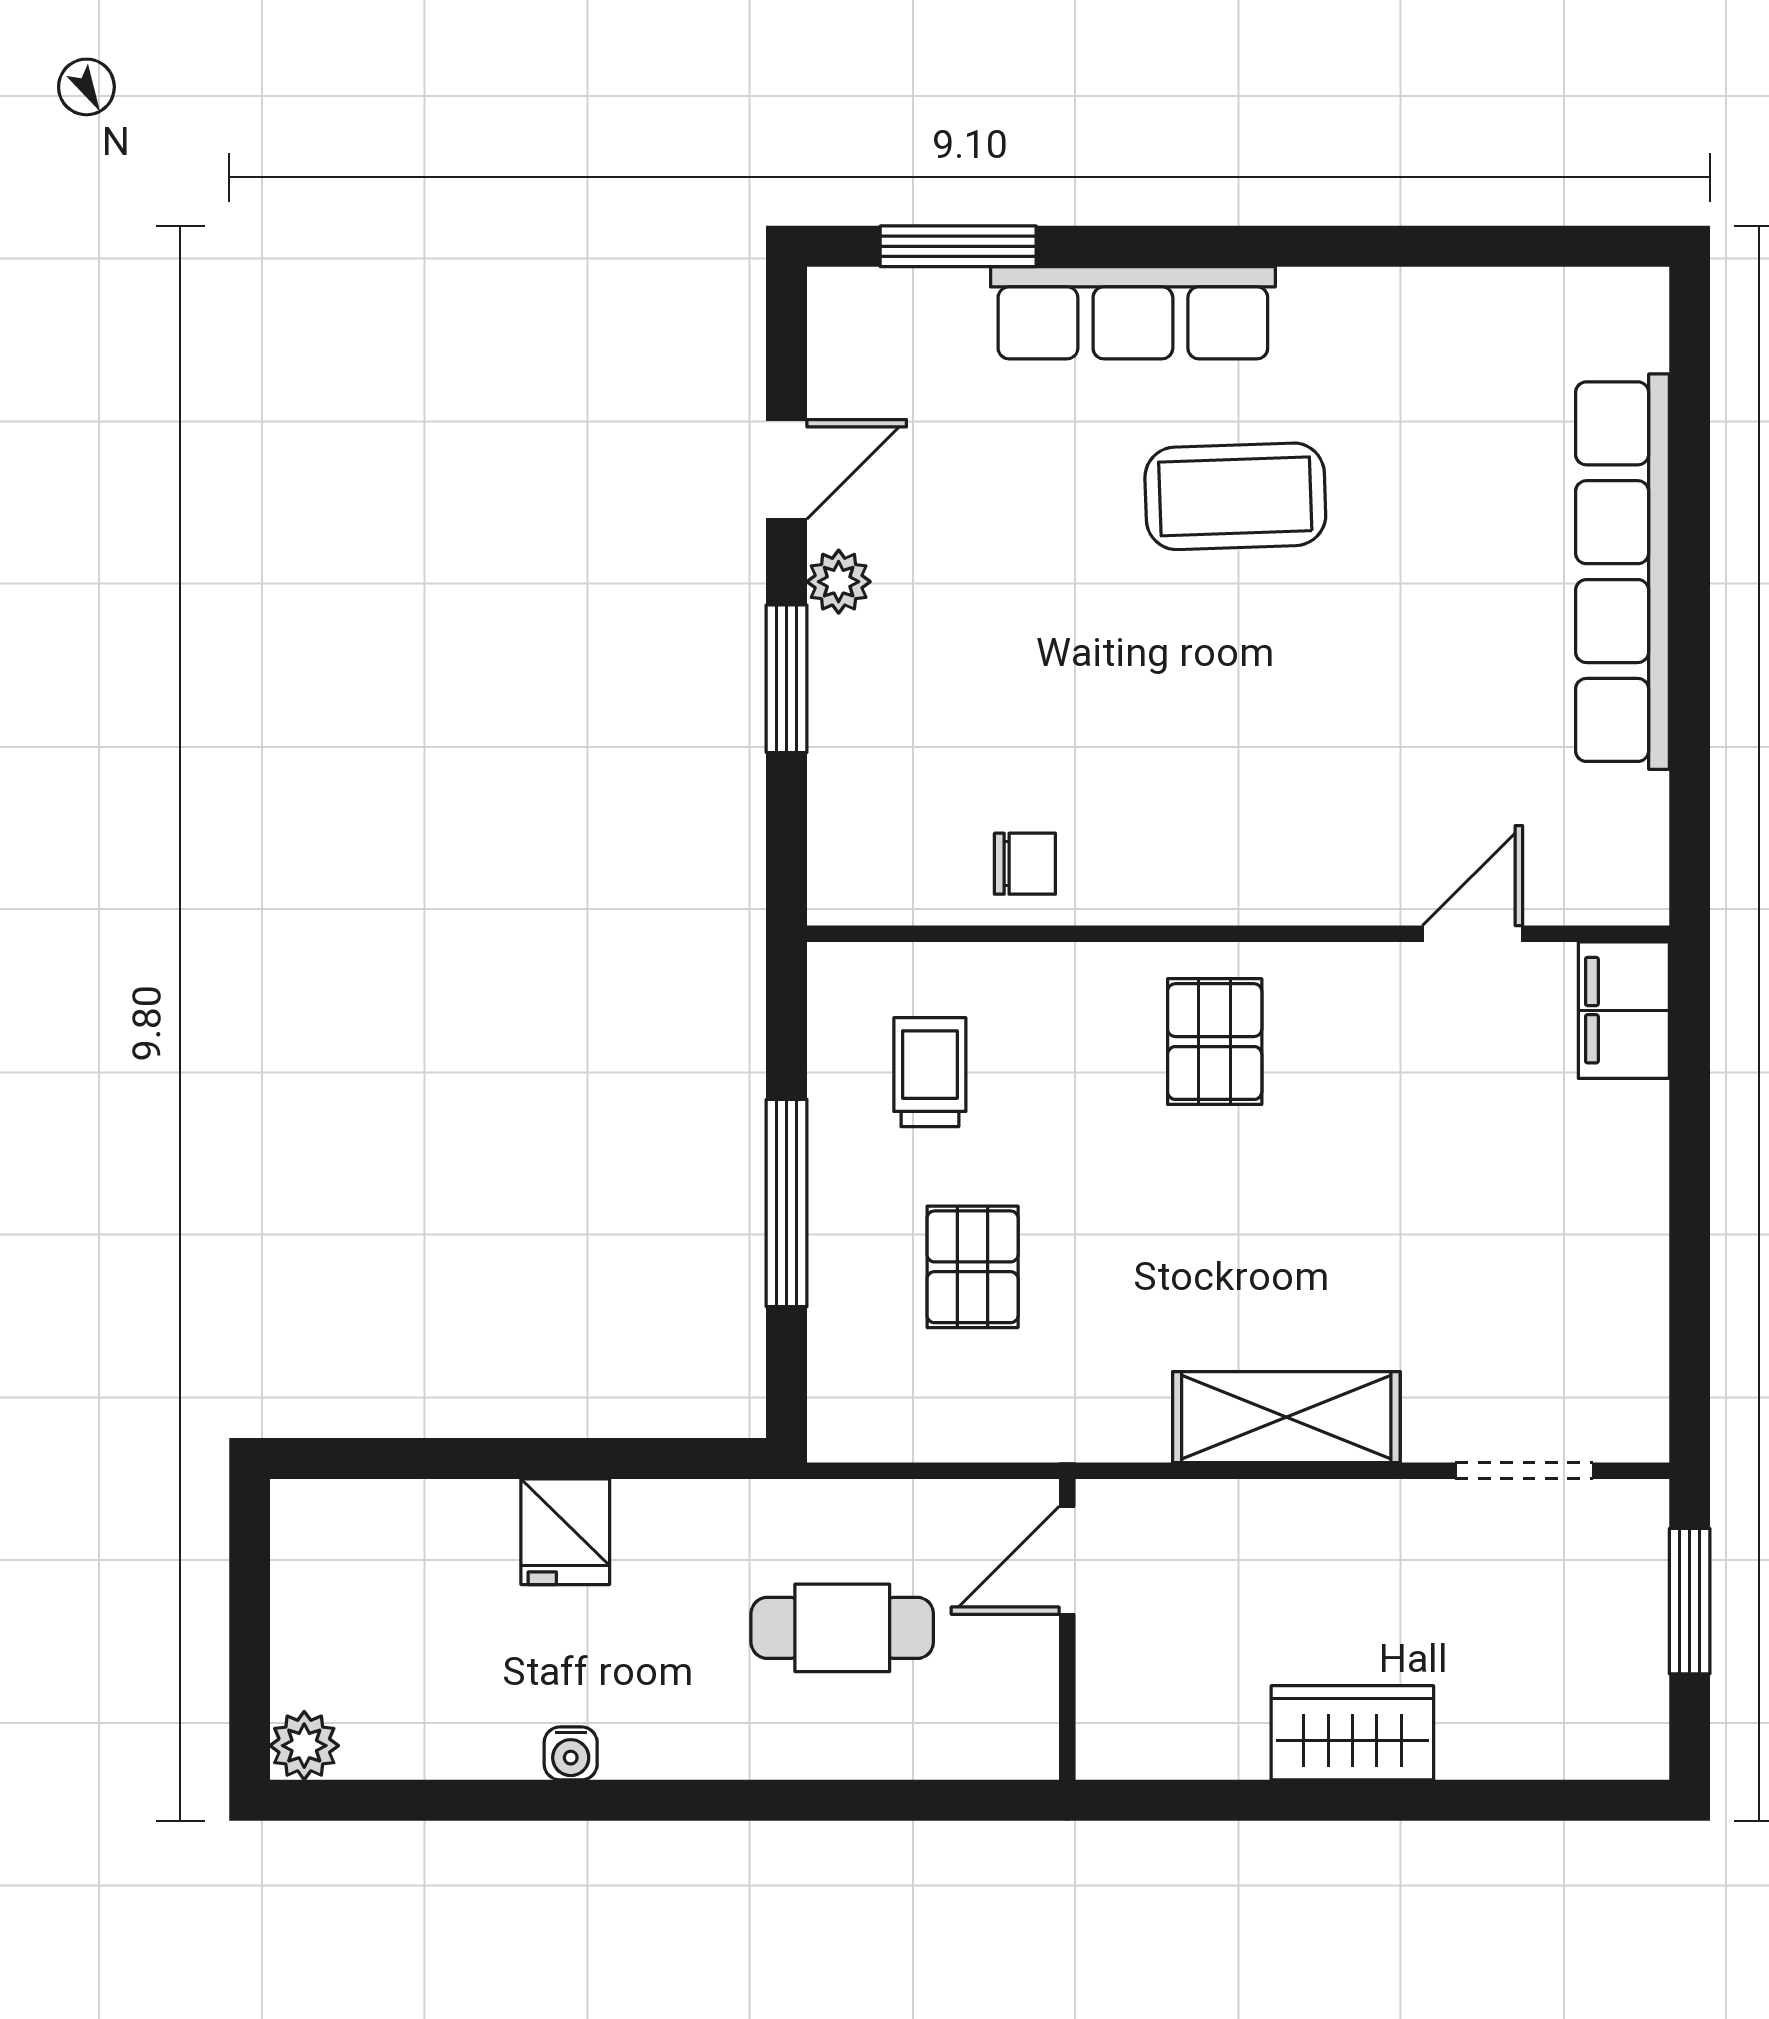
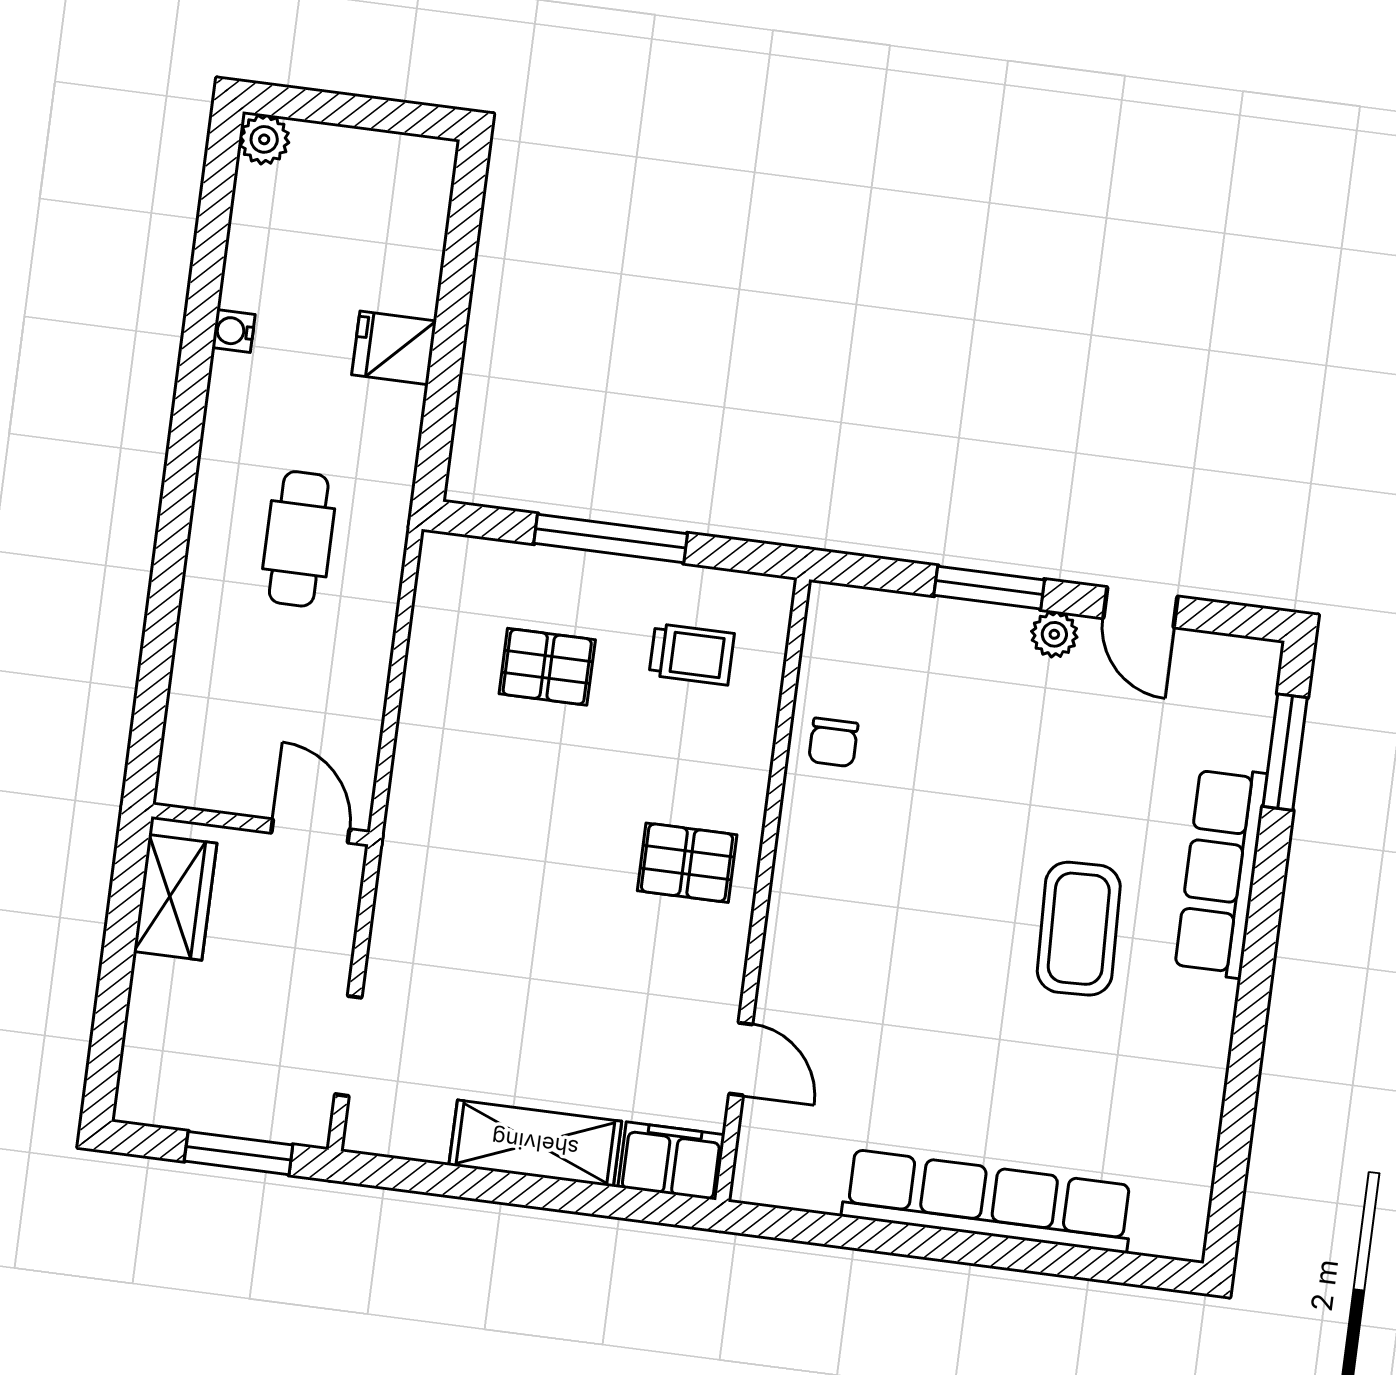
shelving: (1286, 1417) -> (535, 1143), moved, turned 90
door: (1067, 1560) -> (310, 831), moved
wall: (1067, 1629) -> (261, 824), moved

